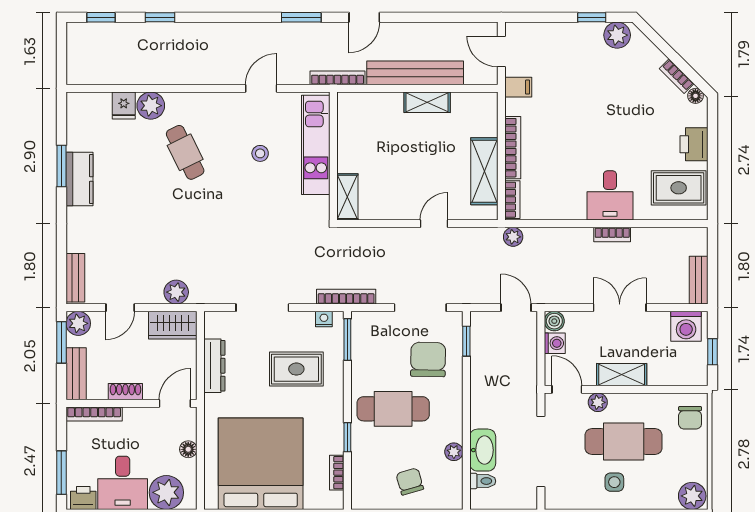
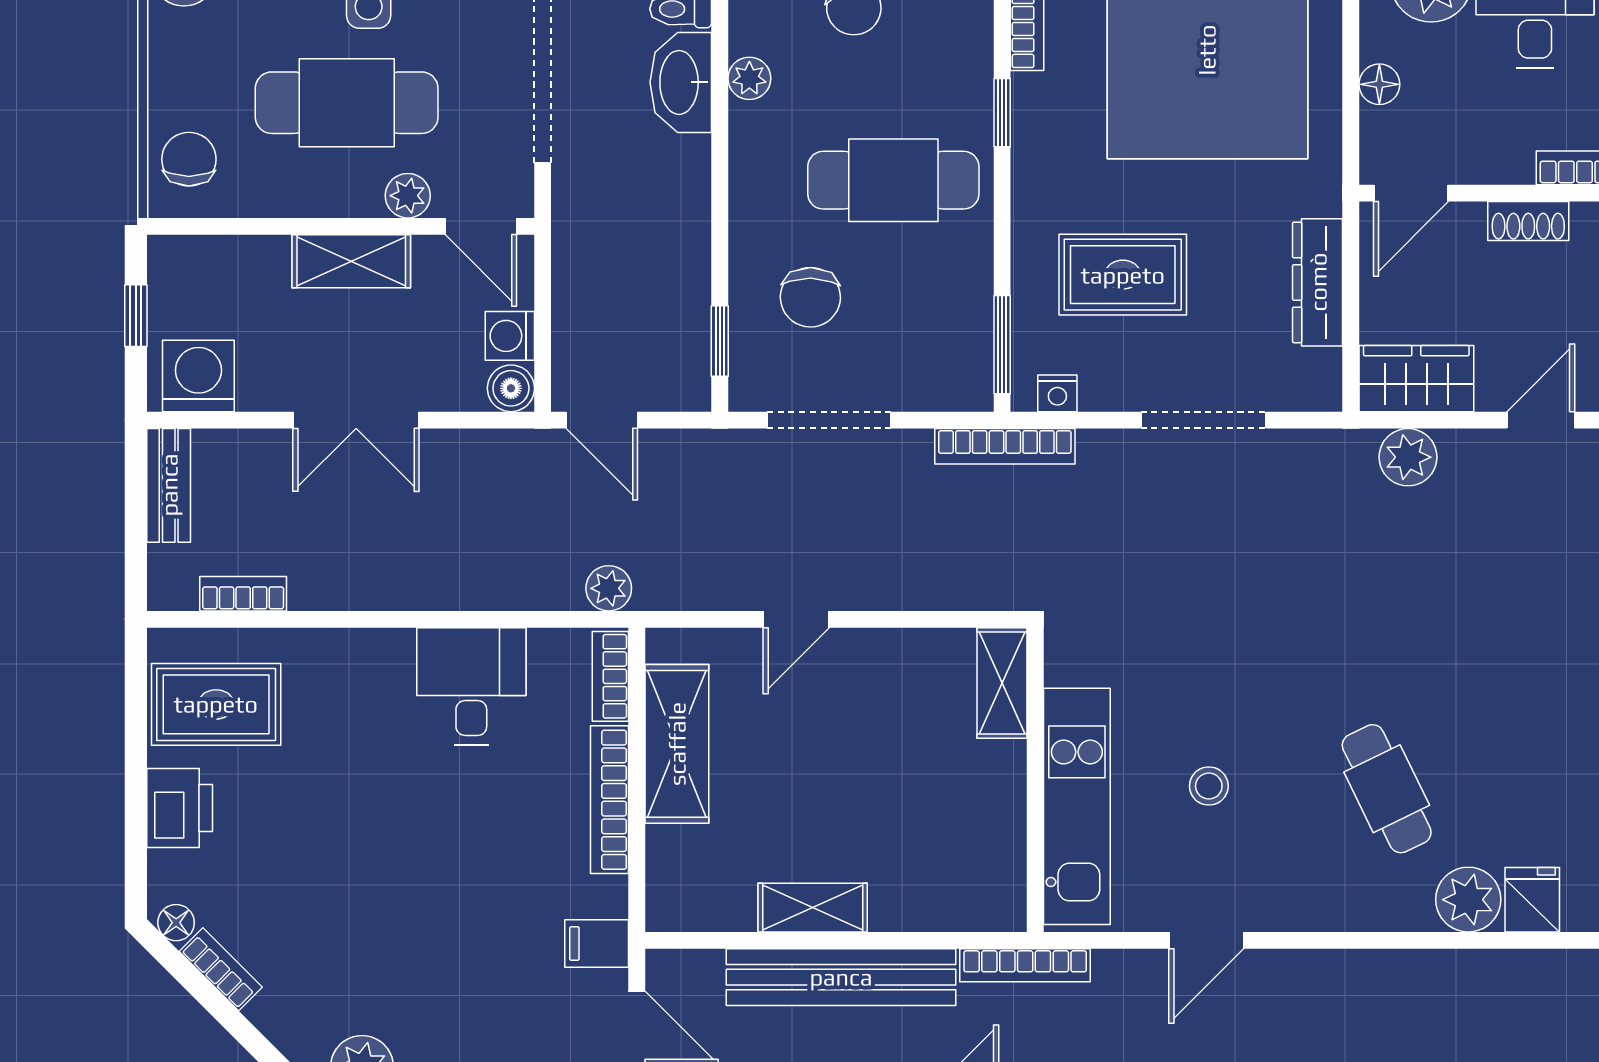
desk: (610, 195) -> (471, 686), moved
bookcase: (612, 235) -> (243, 594), moved
chair: (428, 360) -> (810, 297), width x0.73, depth x0.73

